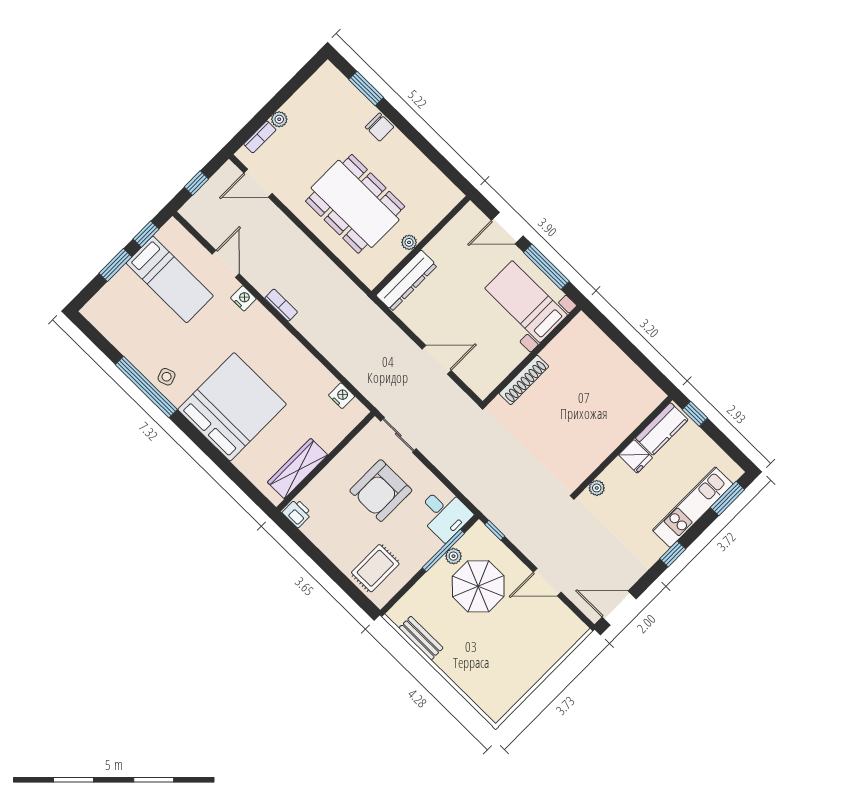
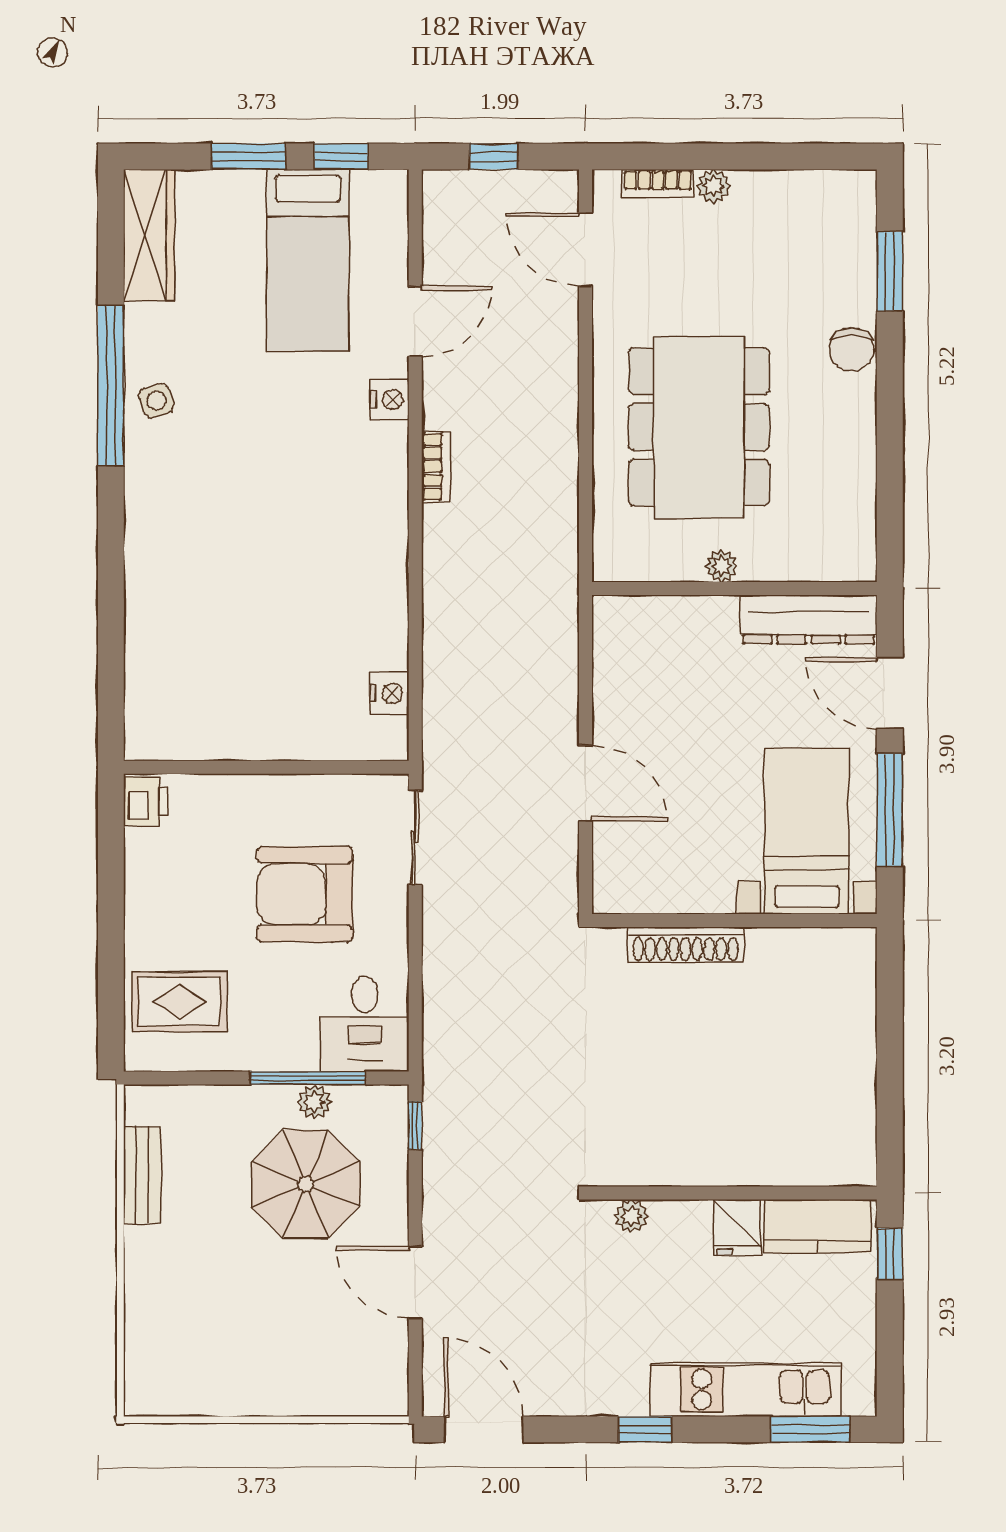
dresser: (407, 281) -> (809, 619), moved
bed: (232, 407) -> (209, 545), removed
wardrobe: (298, 469) -> (149, 235), moved, turned 90

